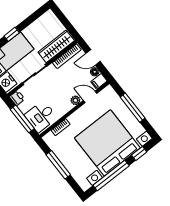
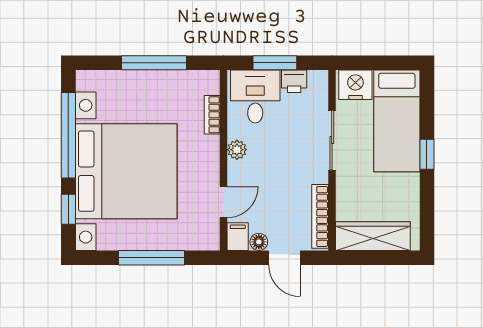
wardrobe: (56, 46) -> (373, 236), moved, turned -90
door: (93, 57) -> (284, 258), swing flipped
printer: (17, 98) -> (294, 81), moved
plant: (75, 100) -> (237, 150), moved
window: (22, 119) -> (275, 63), width x0.69

